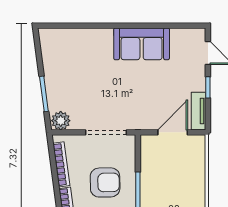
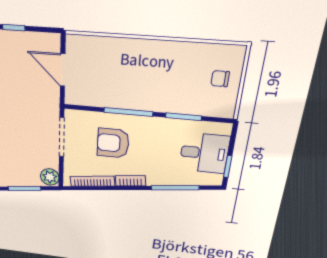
tv unit: (198, 111) -> (40, 40), removed
armchair: (105, 182) -> (113, 143), turned -89

